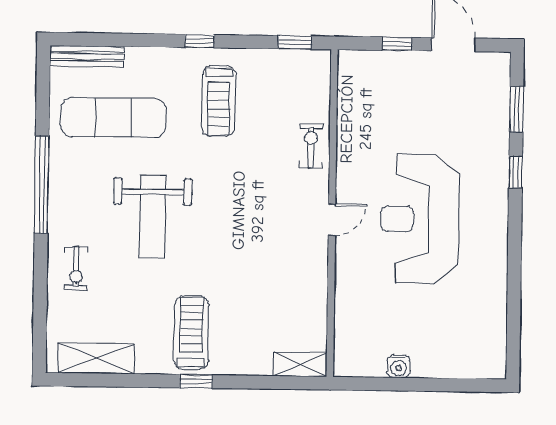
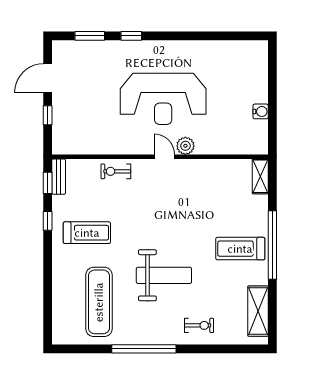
window: (200, 41) -> (48, 221), moved
bench: (87, 56) -> (59, 177), moved, width x0.73
plant: (348, 252) -> (185, 146), added
window: (196, 381) -> (272, 245), width x3.17

